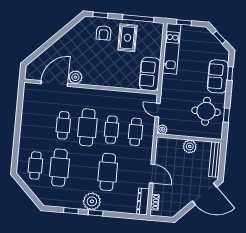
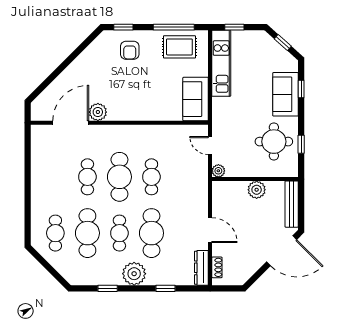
rug: (127, 38) -> (179, 47), moved, turned 90
cafe table: (136, 132) -> (119, 233), moved
window: (96, 213) -> (166, 288), moved

